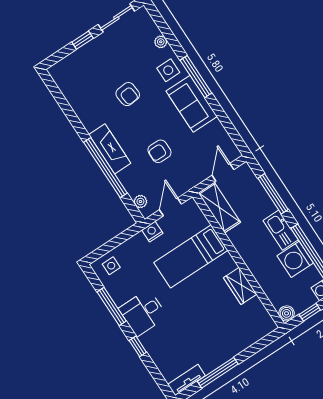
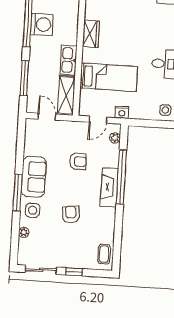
coffee table: (66, 79) -> (104, 254), added
door: (223, 172) -> (47, 117), swing flipped
kitchen sink: (281, 230) -> (68, 60), moved, turned 180

